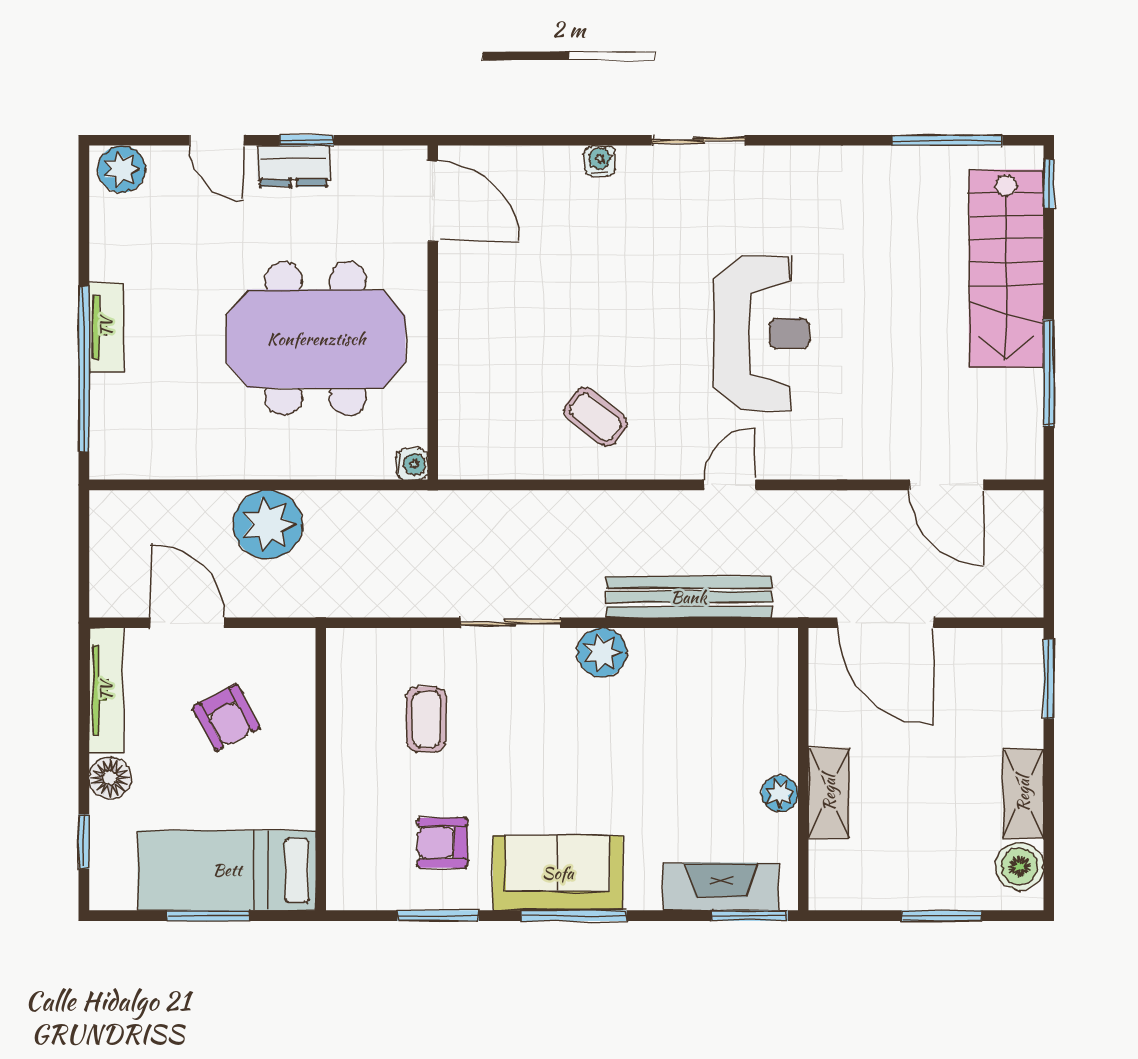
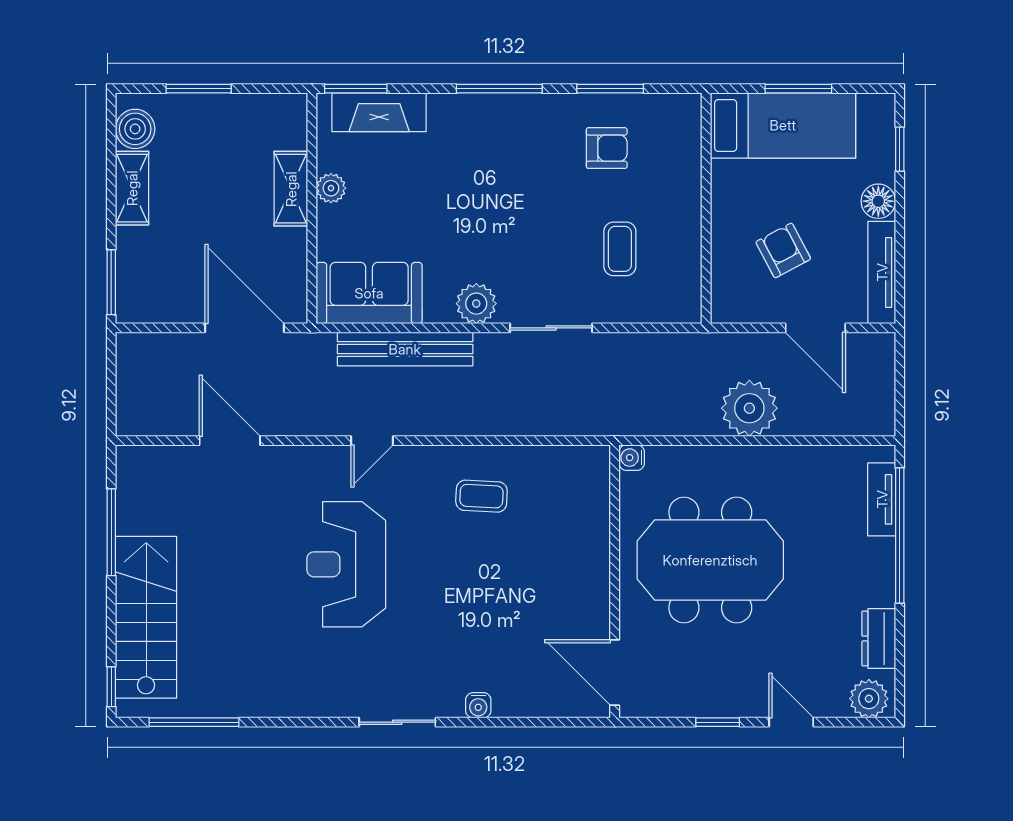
dresser: (293, 166) -> (879, 639), moved, turned -90
tv unit: (106, 327) -> (882, 499), moved
coffee table: (596, 417) -> (481, 496), turned -36
door: (946, 485) -> (230, 441), moved
sofa: (558, 873) -> (369, 293), moved, turned 180

